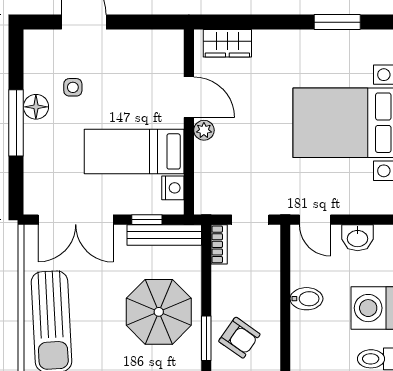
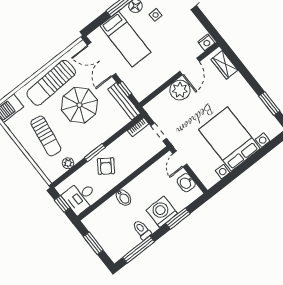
plant: (204, 130) -> (180, 90), width x1.87, depth x1.87
bed: (134, 151) -> (125, 39), moved, turned 180
nightstand: (173, 188) -> (206, 42), moved
bidet: (306, 299) -> (123, 198), moved
parasol: (159, 312) -> (79, 105), moved

